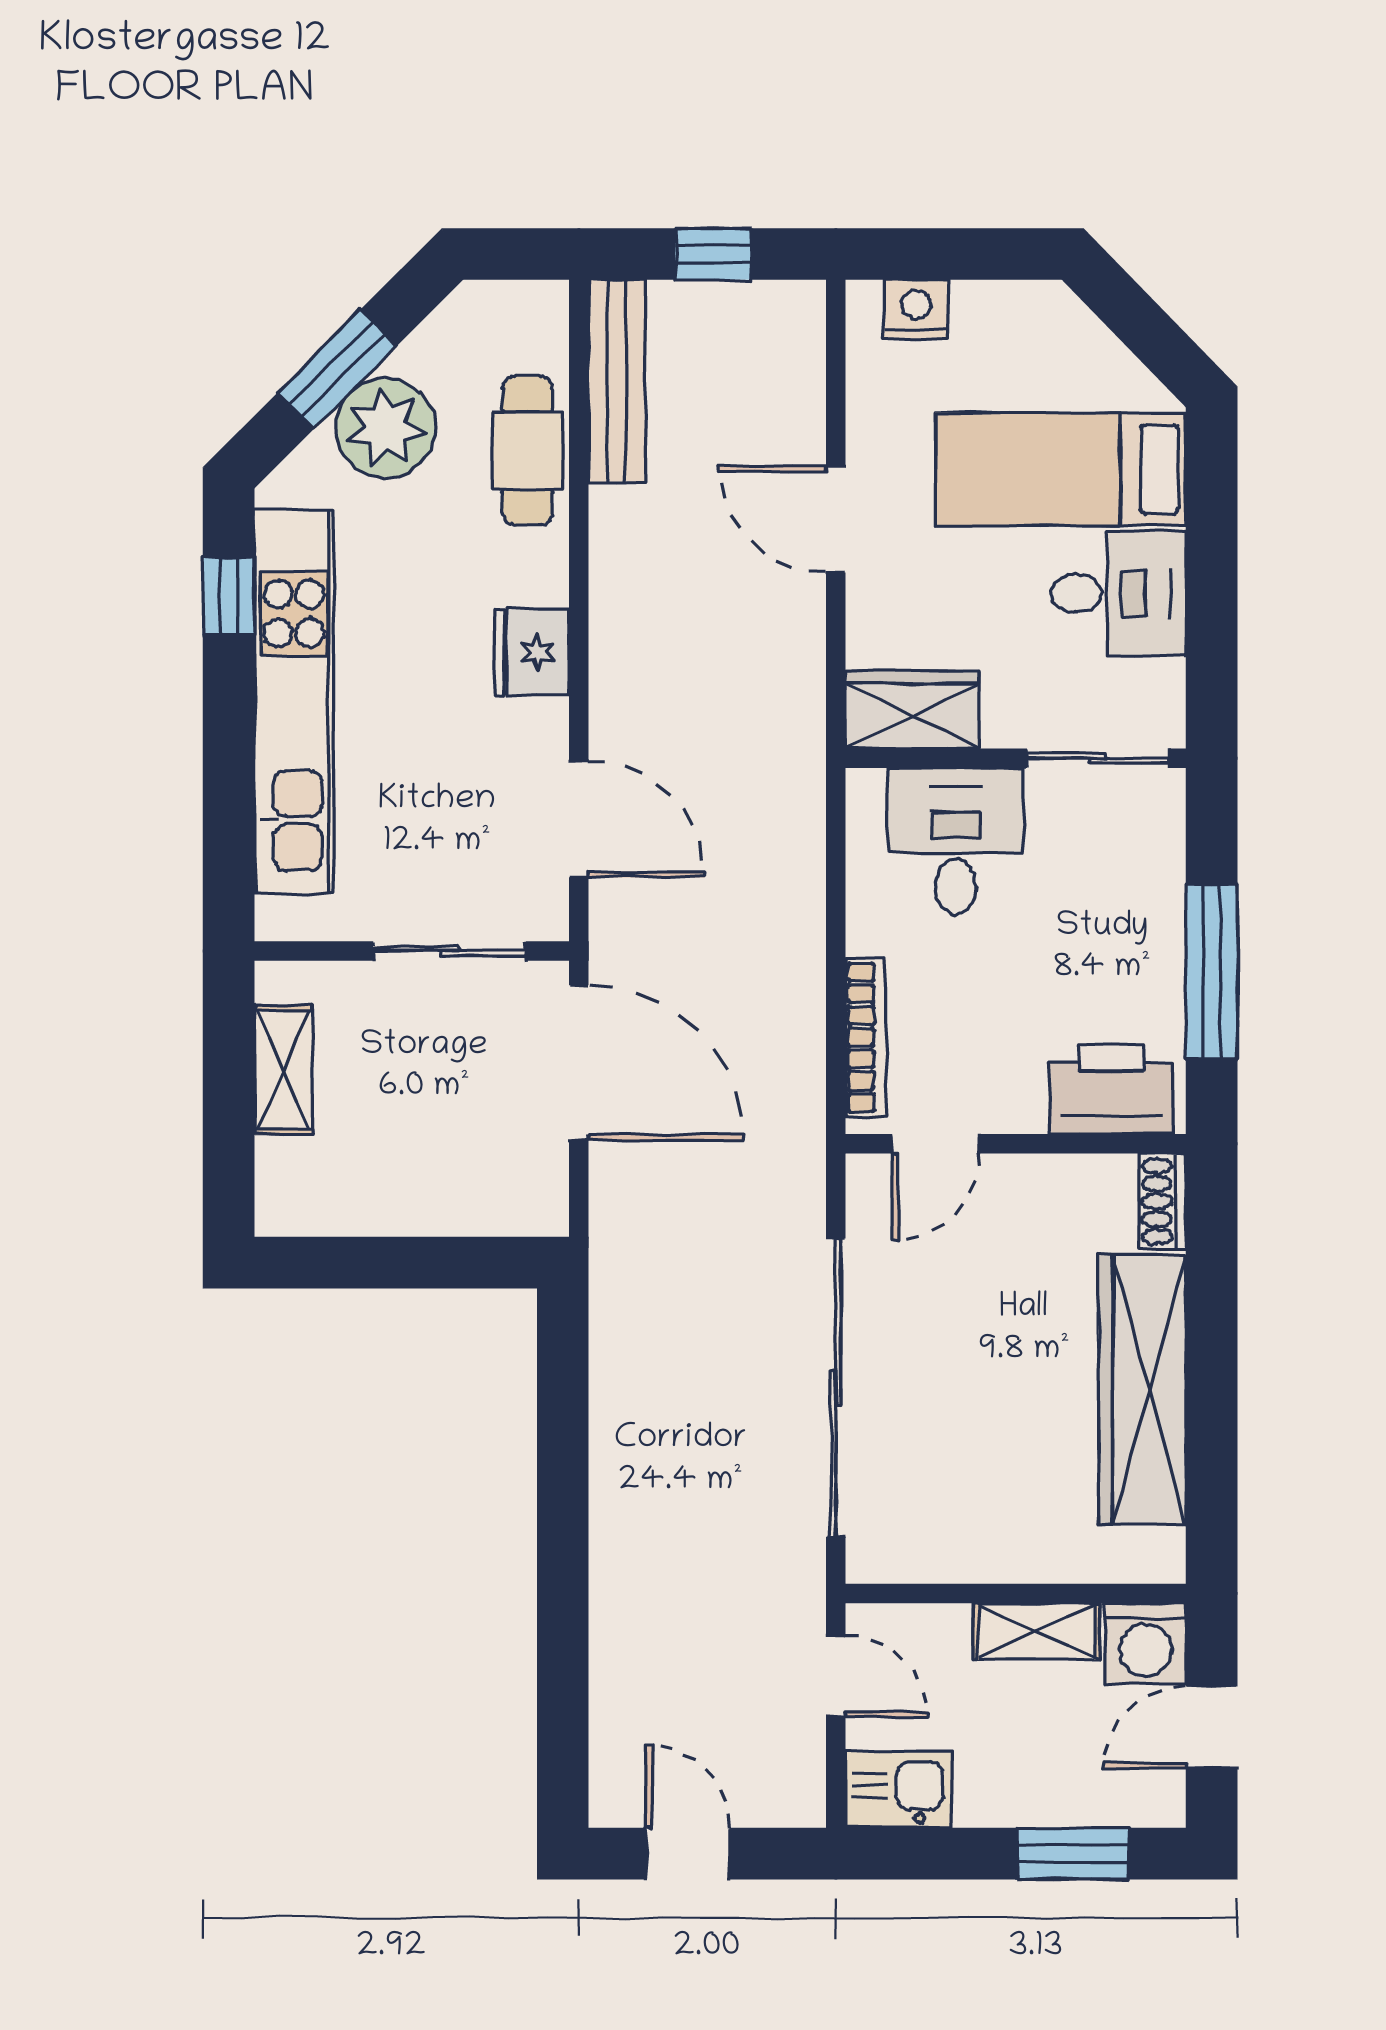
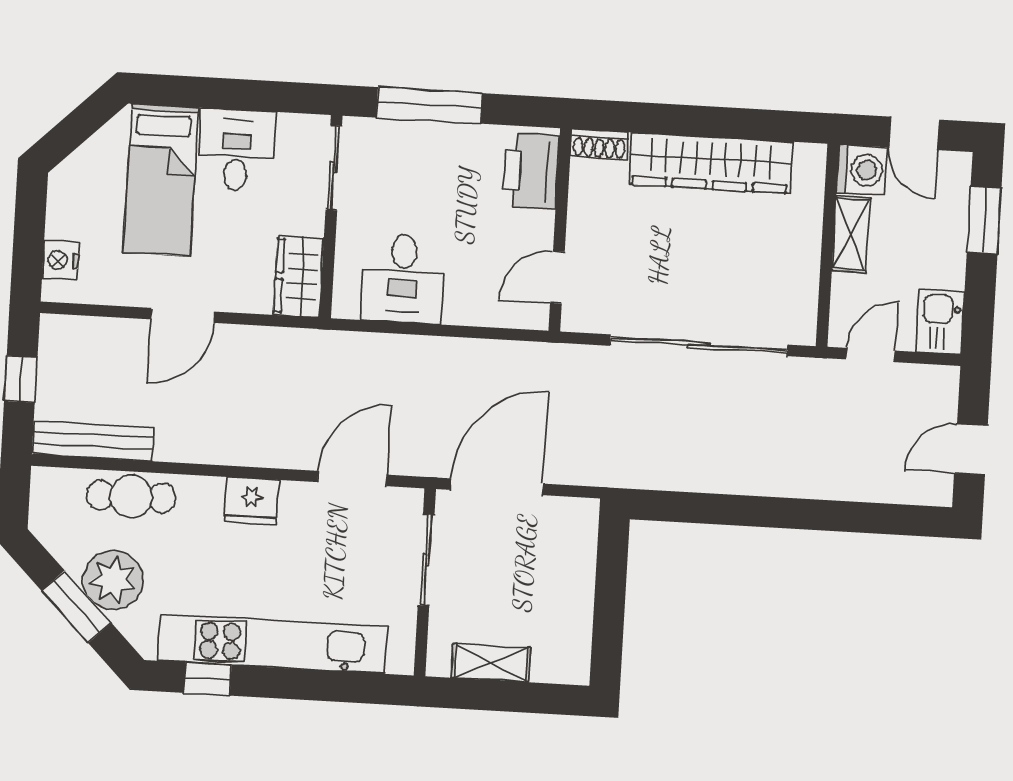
desk: (956, 841) -> (403, 279), moved, turned -90
window: (1212, 972) -> (429, 105), moved
bookcase: (866, 1037) -> (492, 315), removed
door: (936, 1144) -> (557, 277), swing flipped

